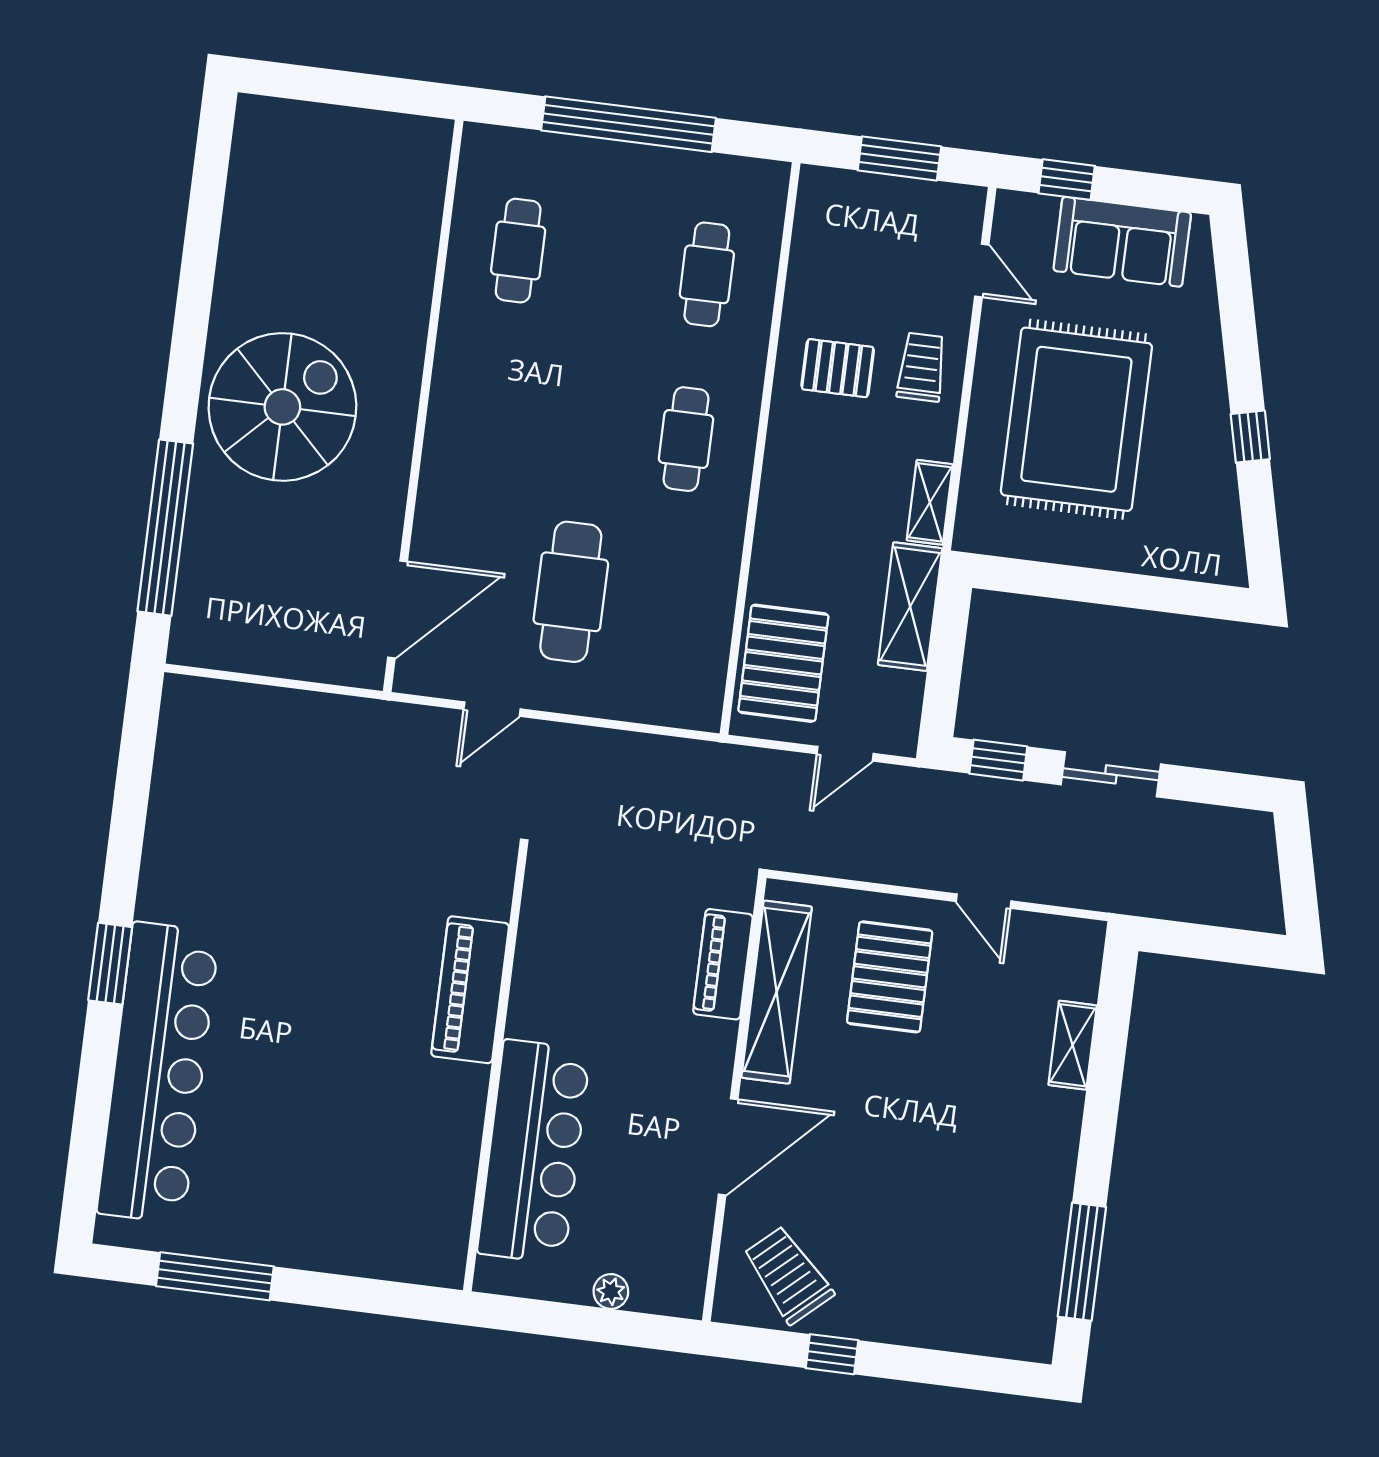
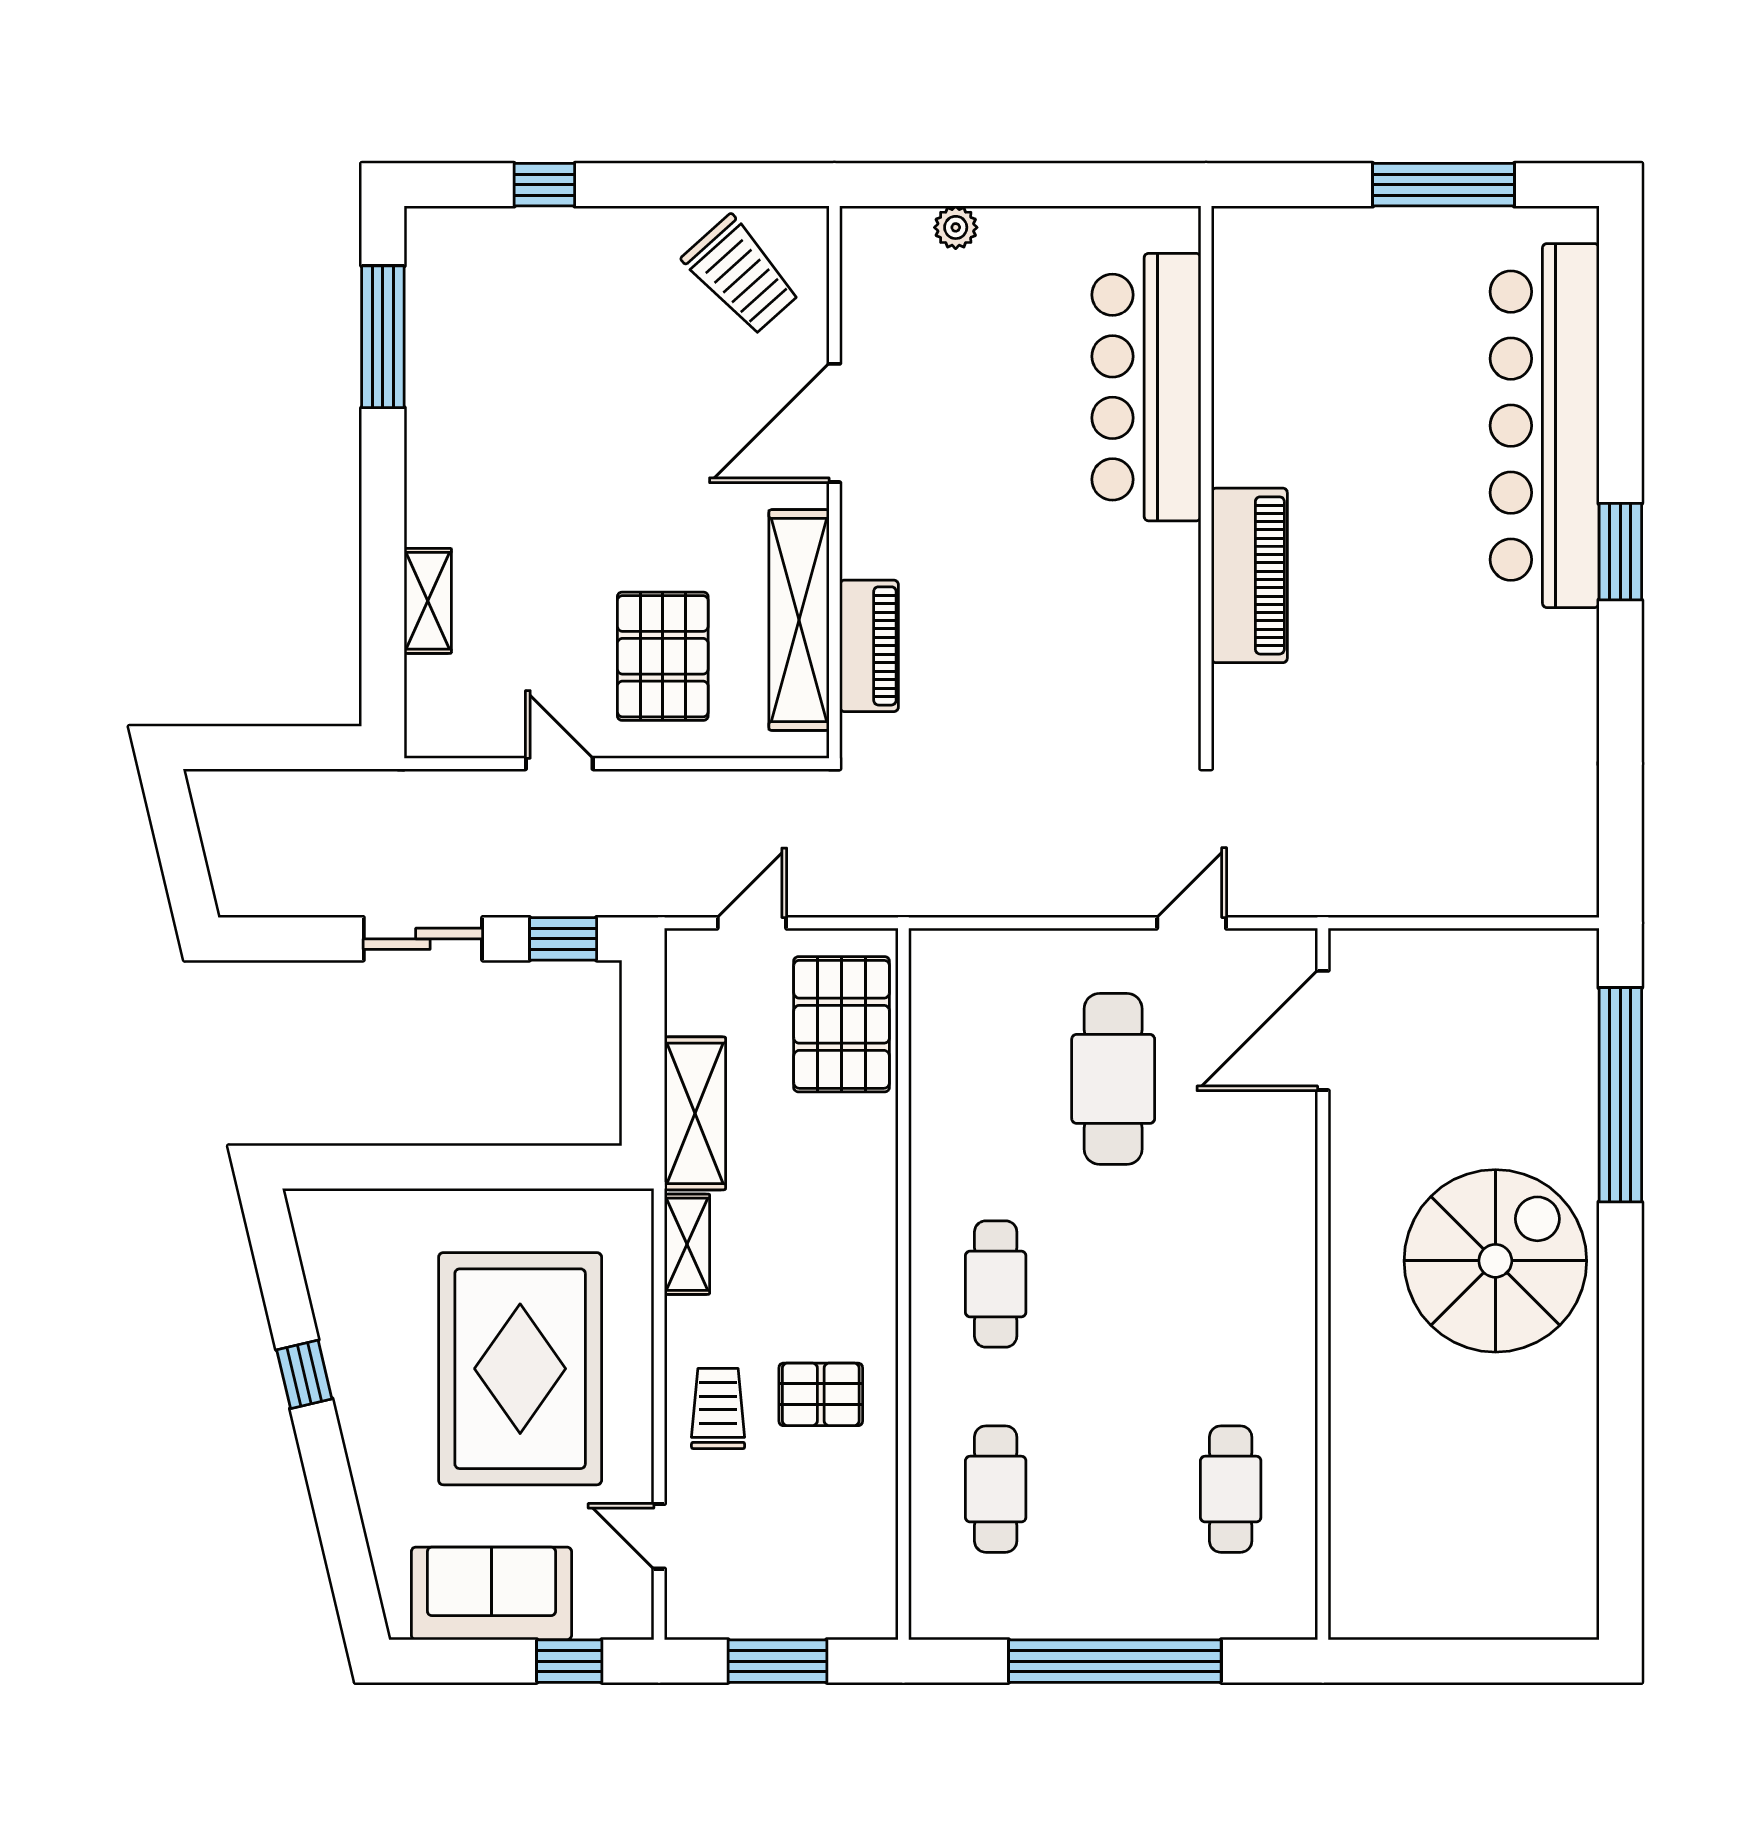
trolley: (922, 367) -> (718, 1409), turned 180
spiral stairs: (282, 407) -> (1495, 1261), turned 180
piano: (470, 990) -> (1249, 575), moved
wall: (495, 1069) -> (1206, 482), moved
bar counter: (534, 1151) -> (1146, 387), moved
window: (832, 1354) -> (544, 185), moved

